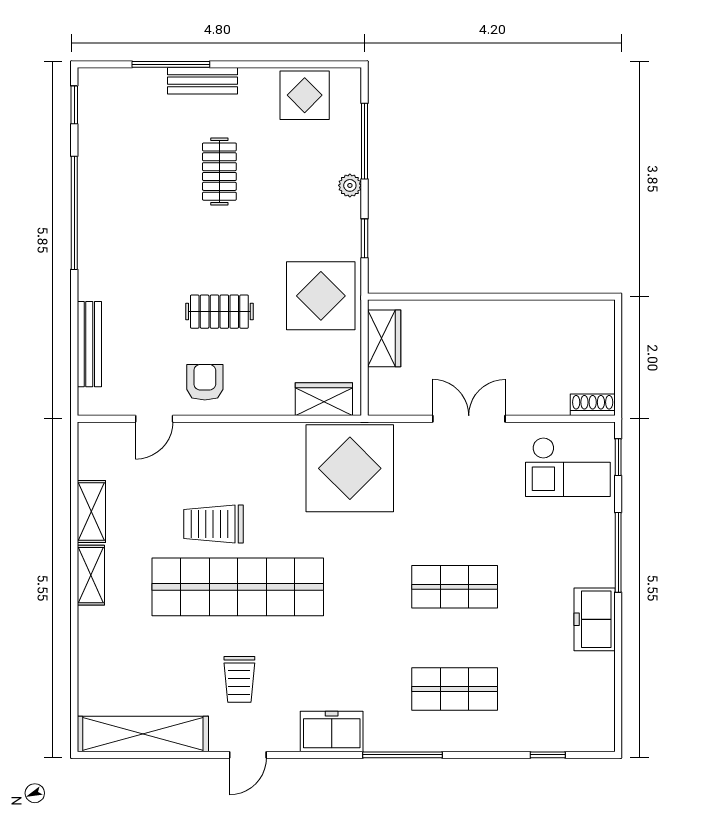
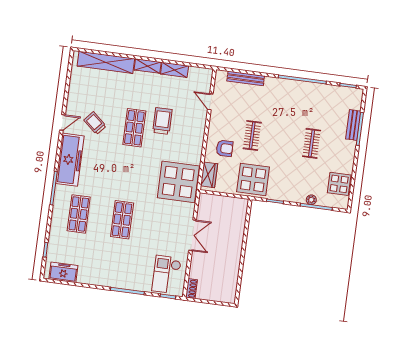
bench: (203, 81) -> (353, 125), moved
clothes rail: (219, 172) -> (312, 143), turned 90
plant: (350, 185) -> (311, 200), moved
wardrobe: (384, 338) -> (231, 204), removed
armchair: (205, 382) -> (225, 148), moved
shop shelf: (238, 587) -> (134, 128), width x0.50, depth x0.74
freezer: (595, 619) -> (63, 272), moved
trolley: (239, 679) -> (95, 123), turned 41
freezer: (332, 732) -> (70, 160), width x1.91, depth x1.26
shelving: (143, 734) -> (106, 62), moved, turned 90
door: (248, 755) -> (62, 122), swing flipped

